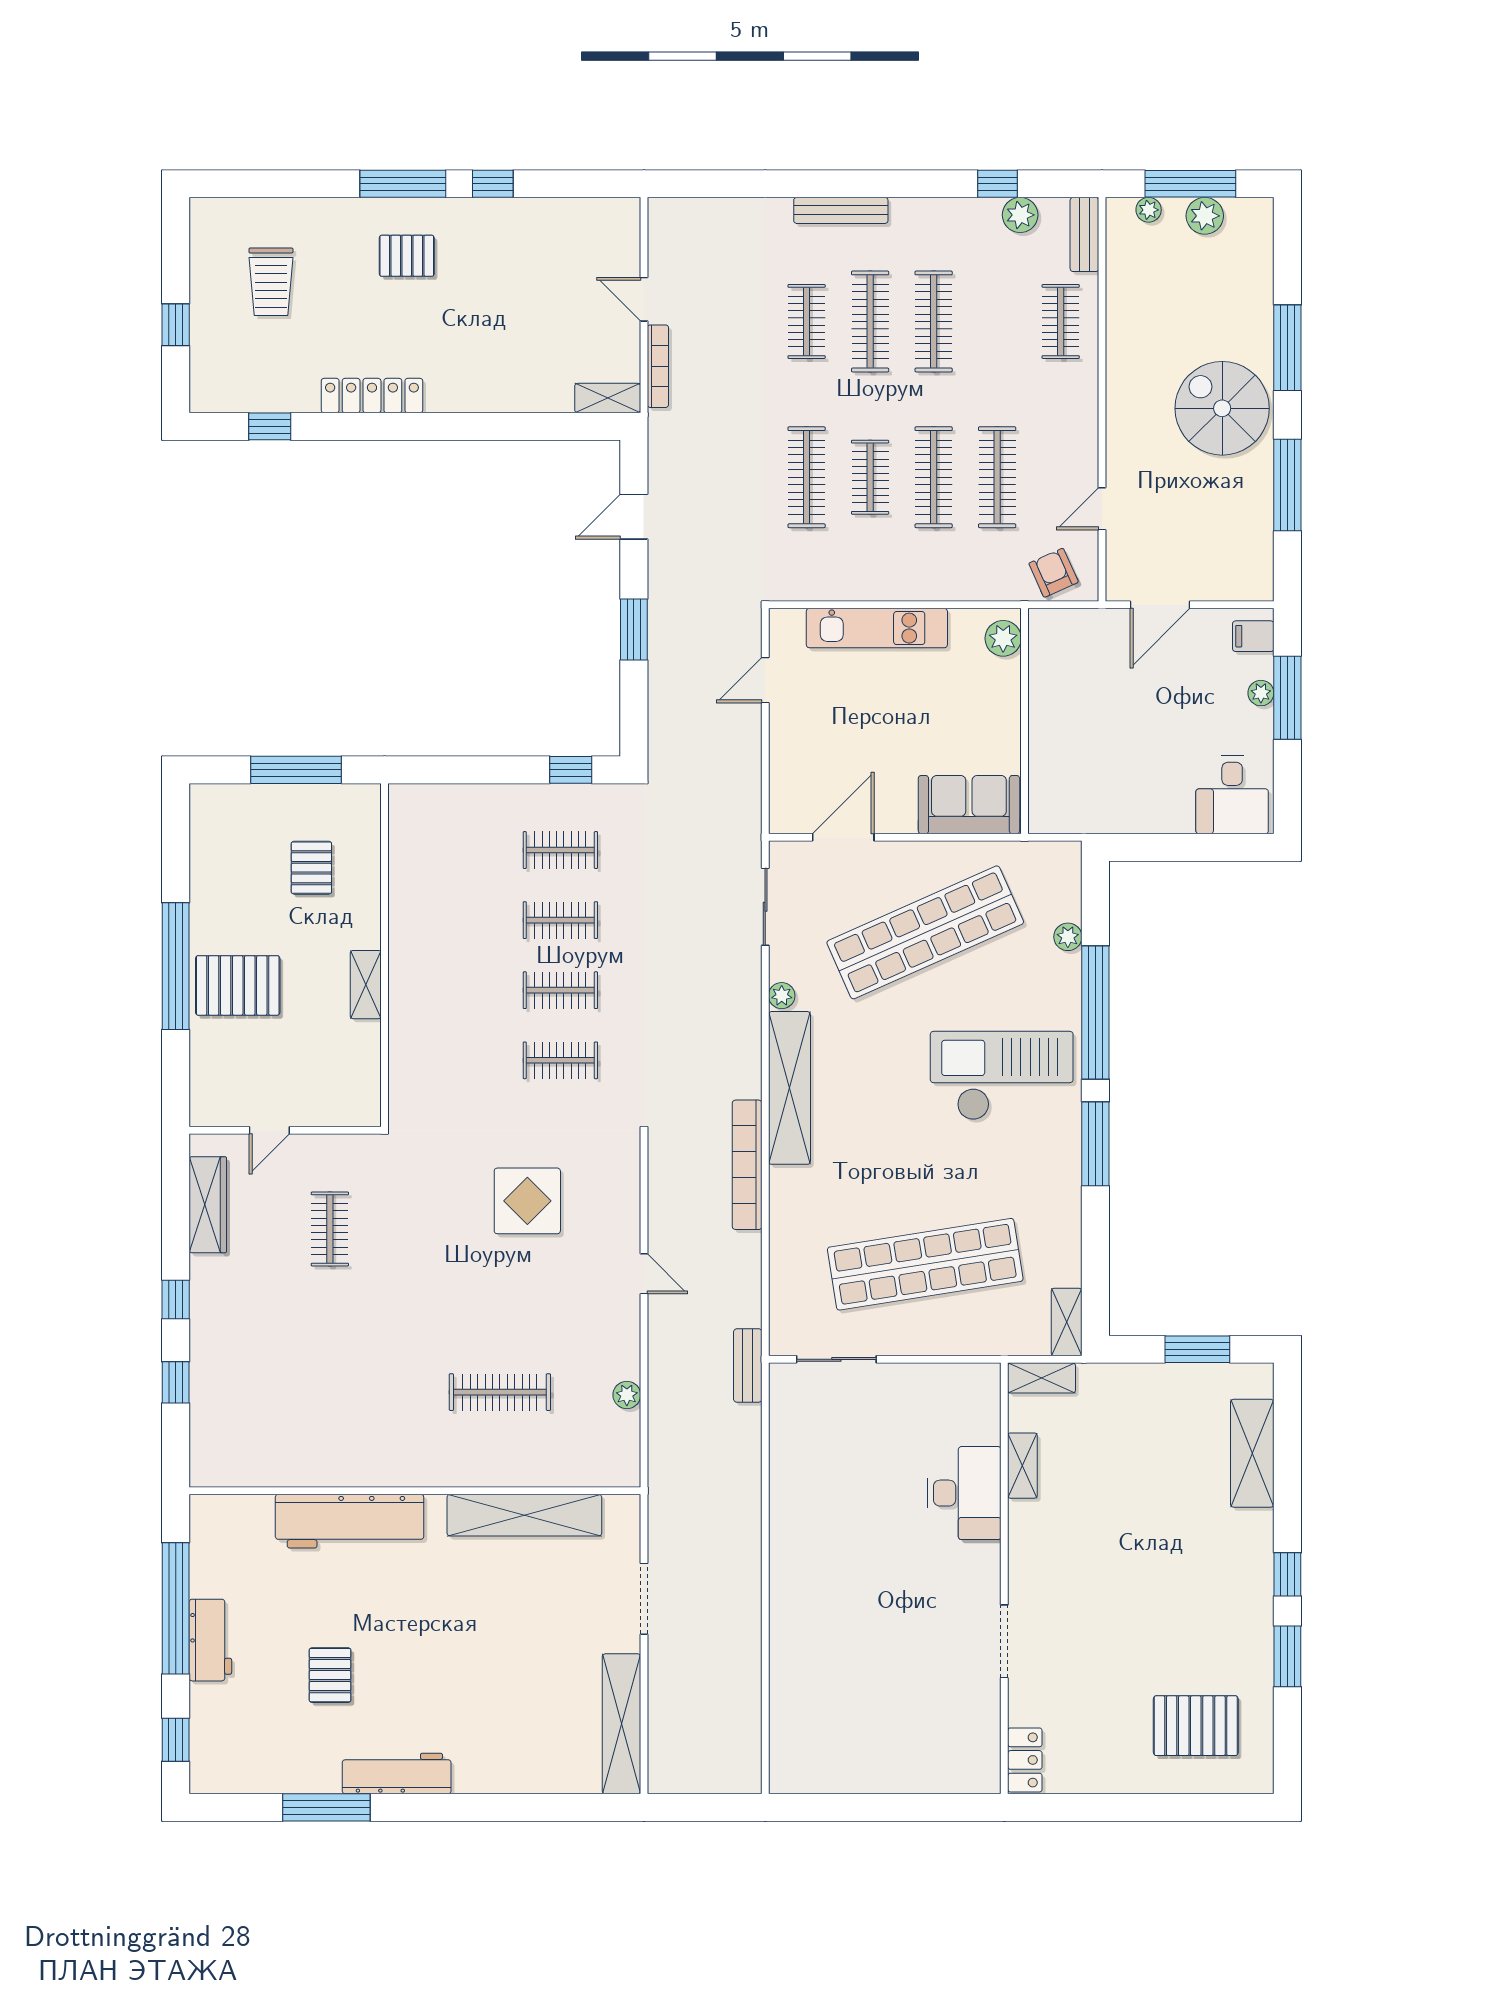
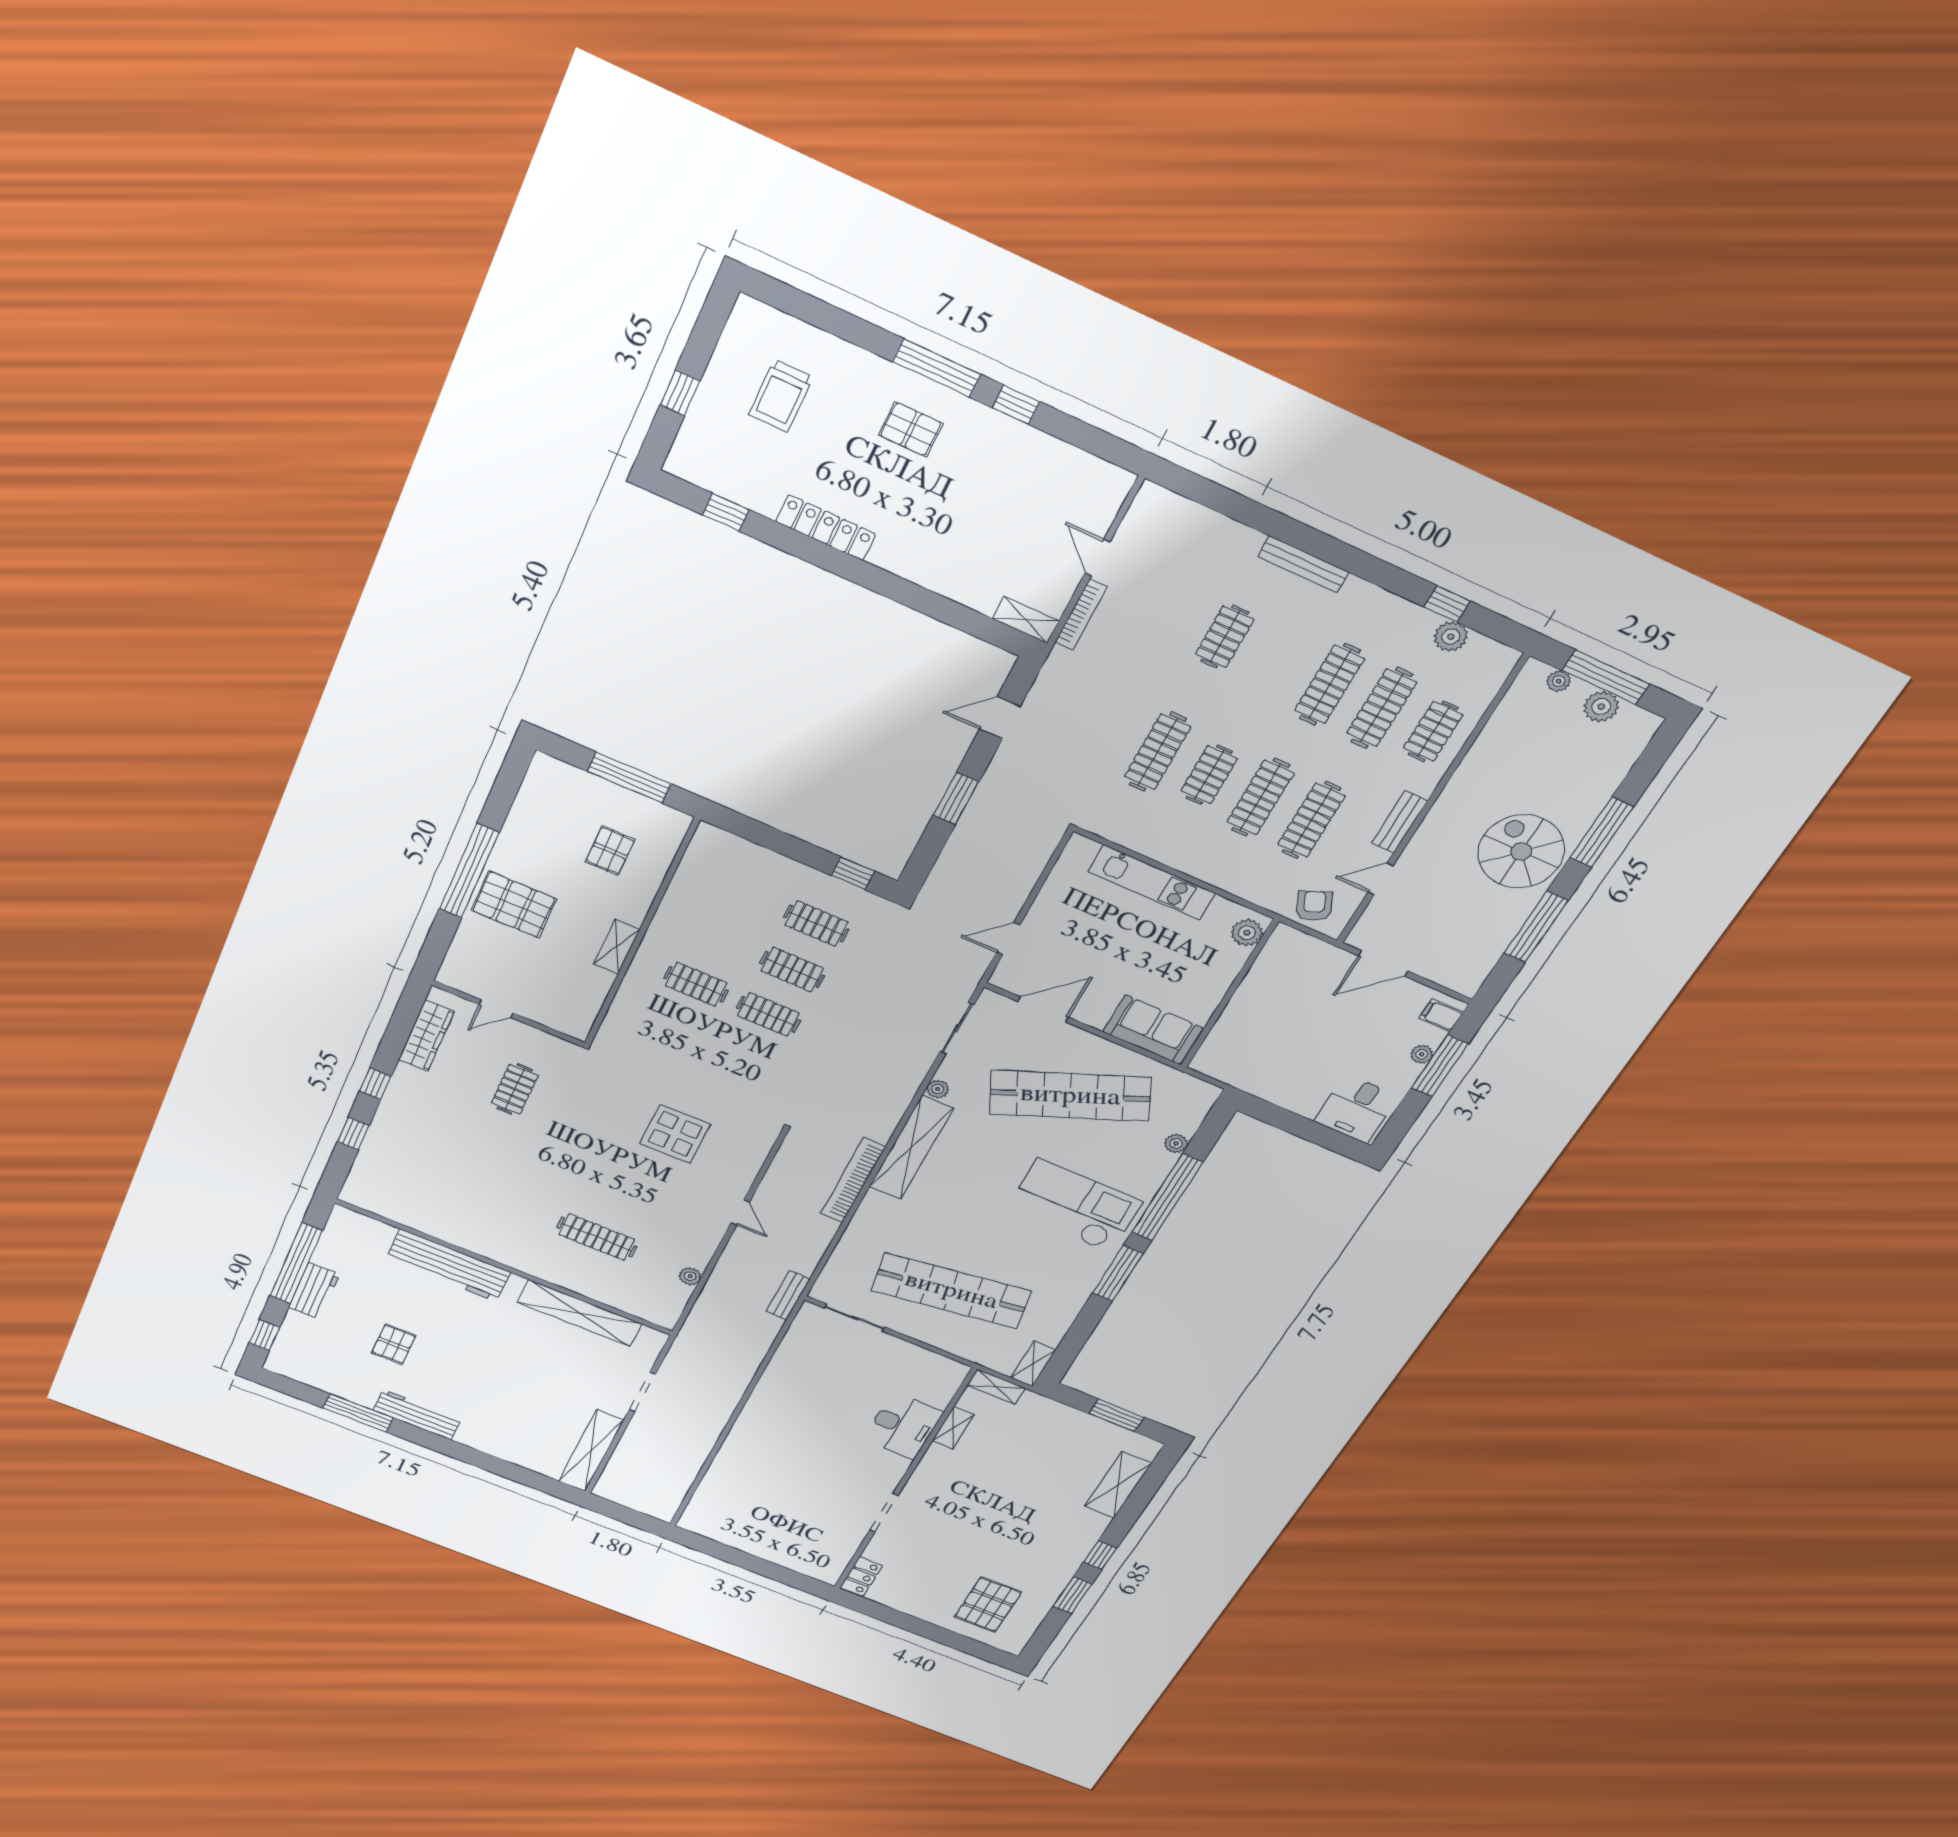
bench: (1084, 234) -> (1400, 822), moved
clothes rail: (870, 321) -> (1382, 708), moved
door: (765, 680) -> (1008, 939), moved
clothes rail: (560, 1060) -> (696, 984), moved
pallet: (1196, 1726) -> (988, 1605), turned 90

